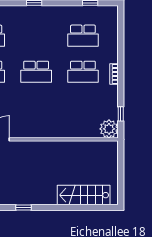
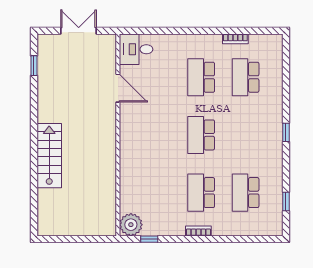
stairs: (84, 195) -> (49, 156), moved
window: (24, 208) -> (34, 119), removed

